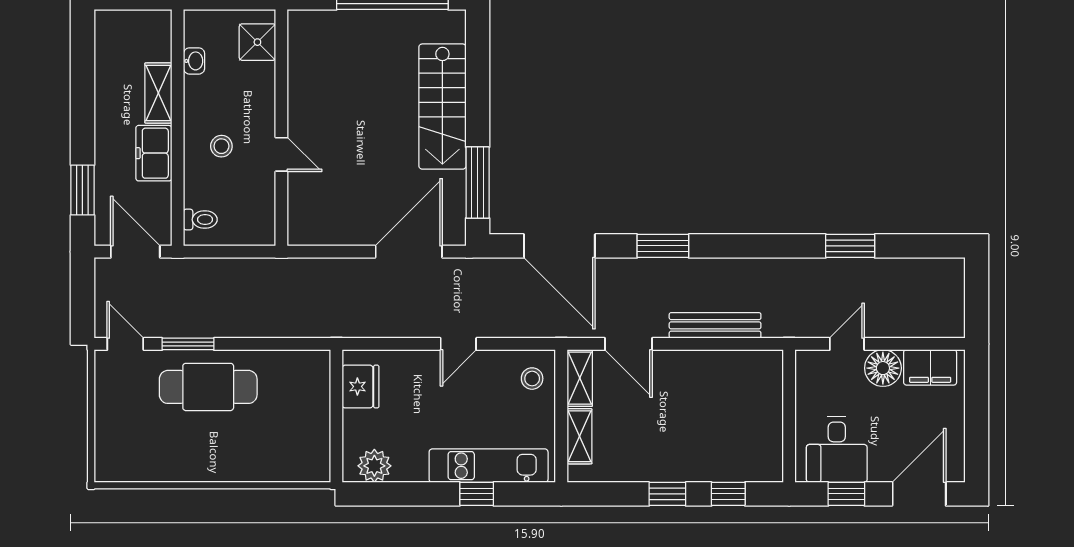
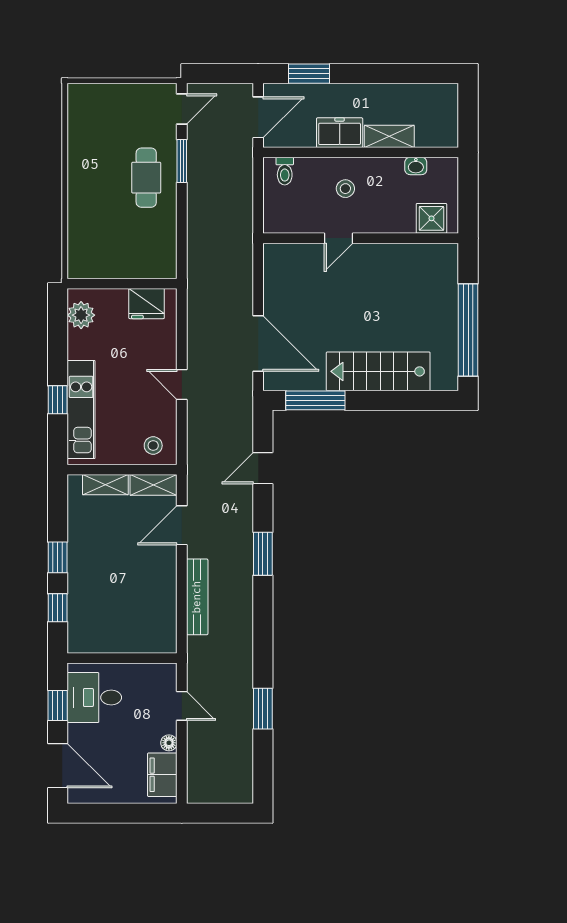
door: (559, 246) -> (263, 468), width x0.53
floor lamp: (883, 368) -> (169, 743), width x0.53, depth x0.53
cafe table: (208, 387) -> (146, 178), width x0.73, depth x0.74

